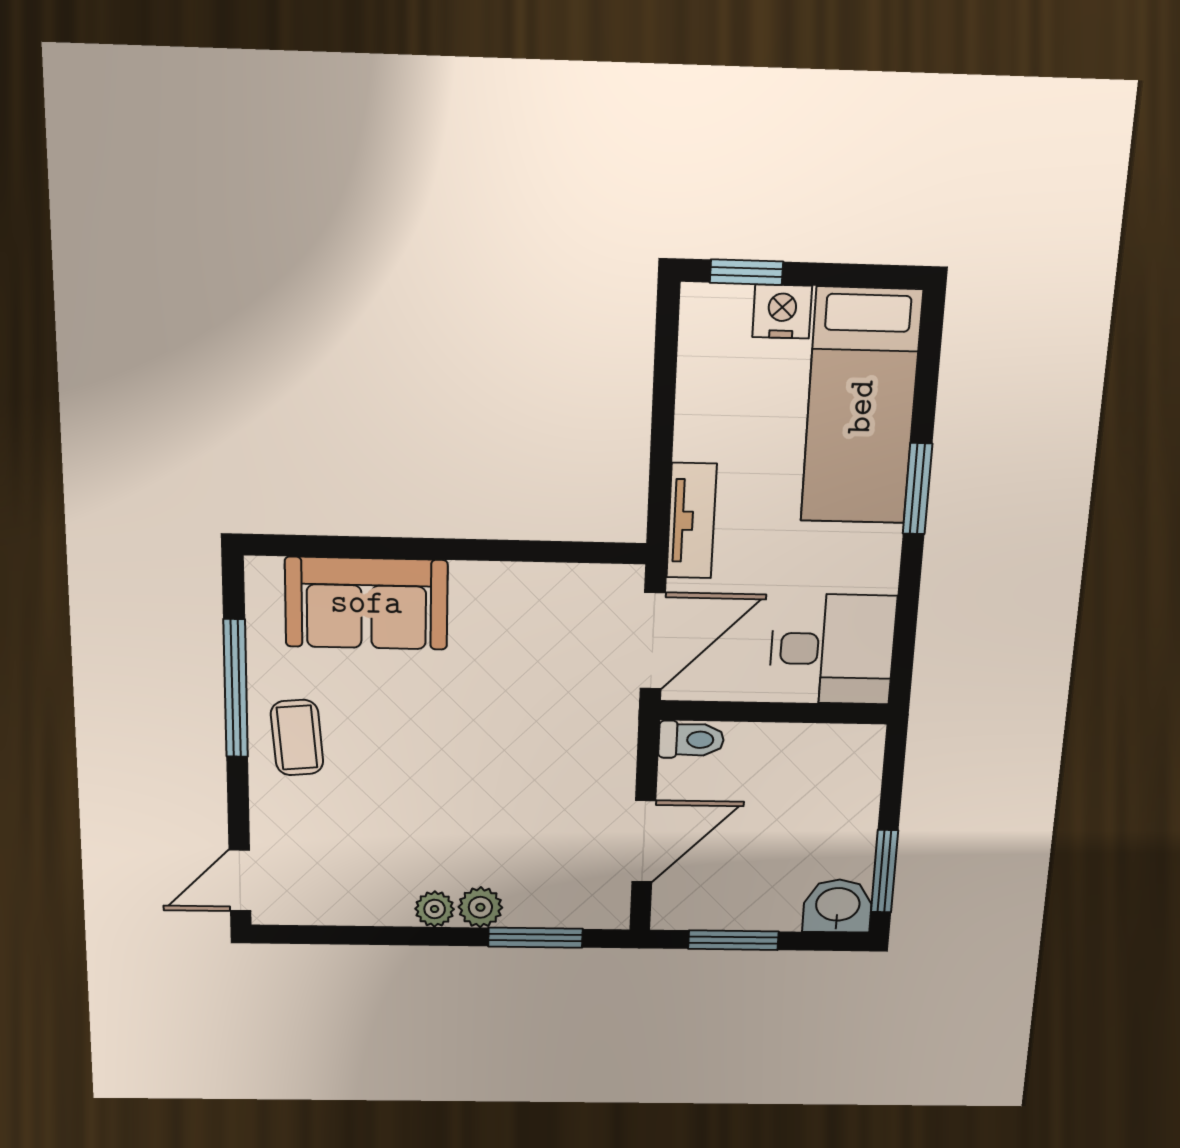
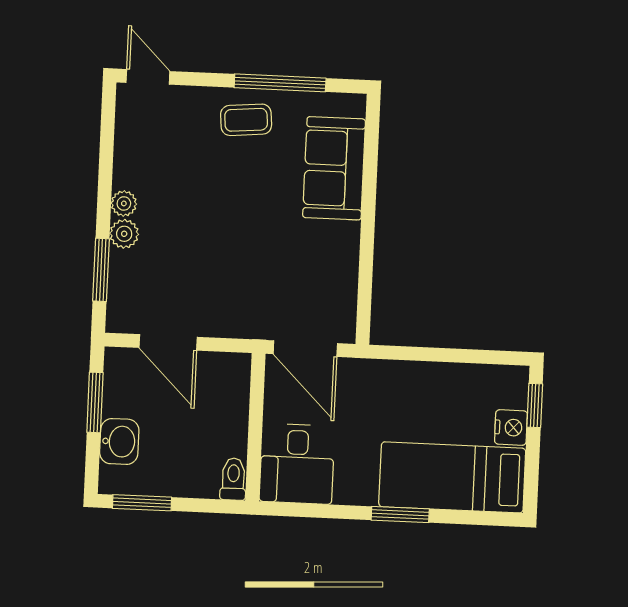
tv unit: (692, 521) -> (383, 373), removed
toilet: (691, 740) -> (233, 479), moved, turned 180
washbasin: (838, 906) -> (119, 441), moved

